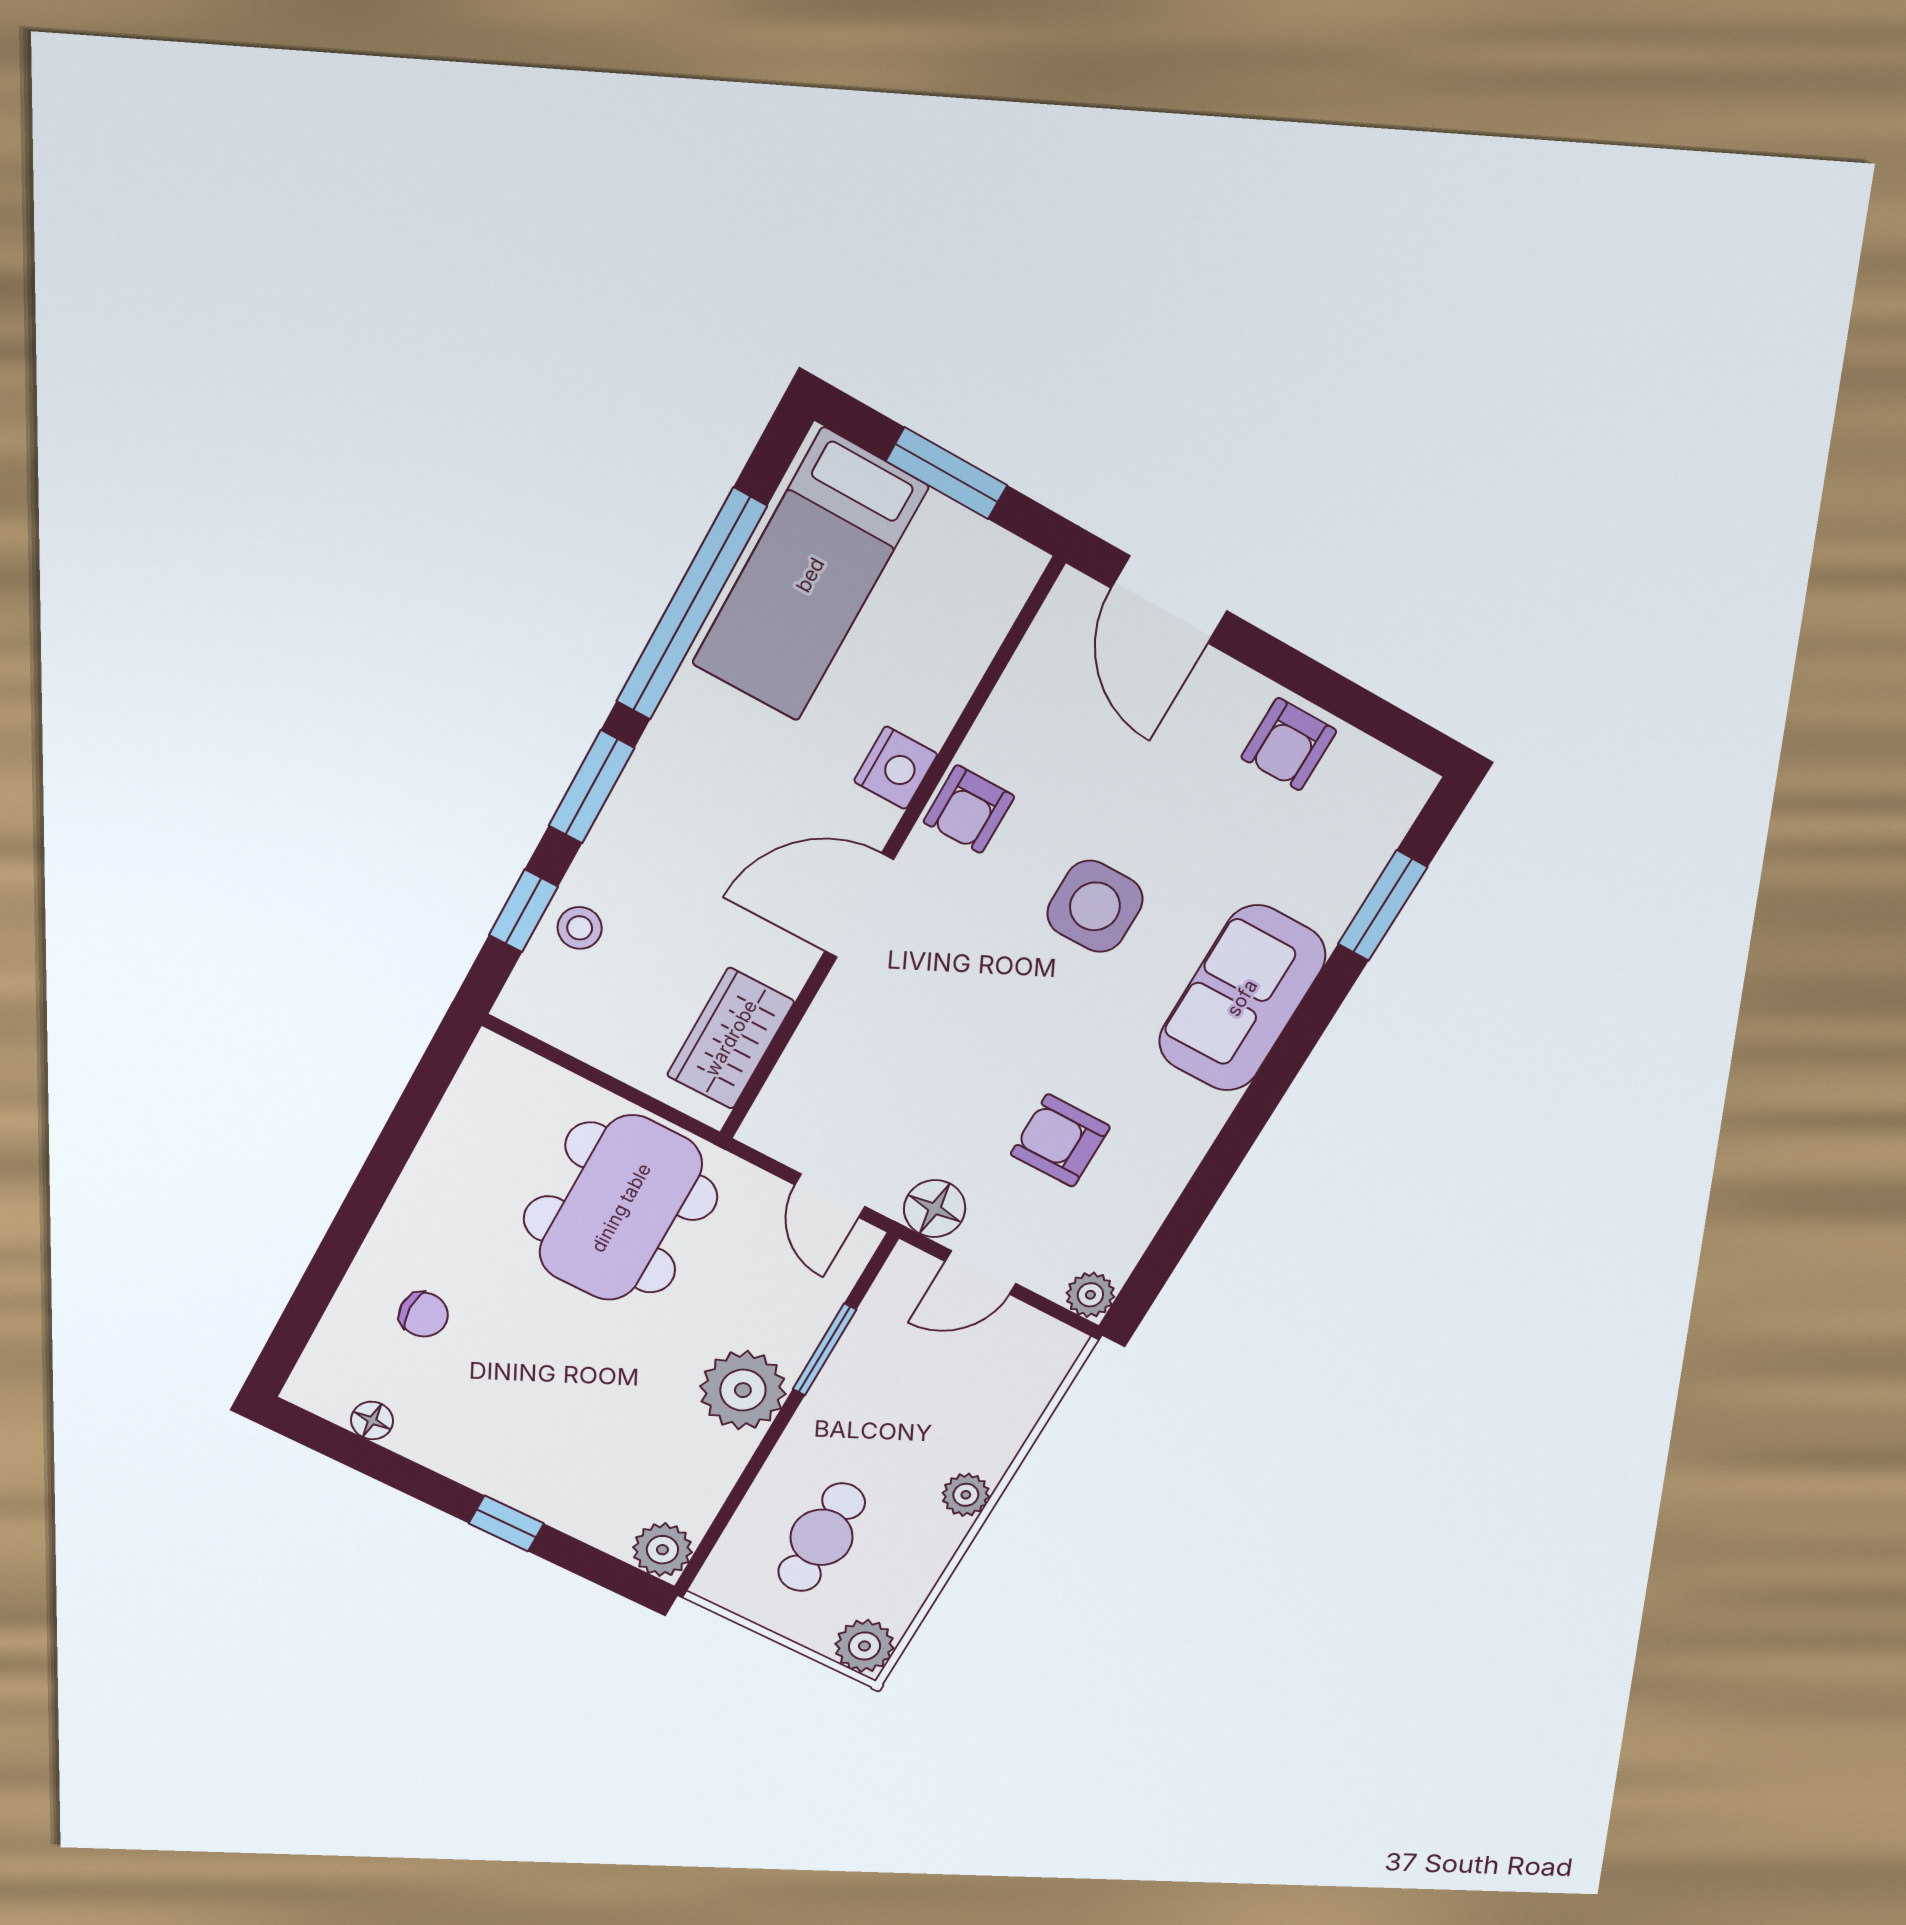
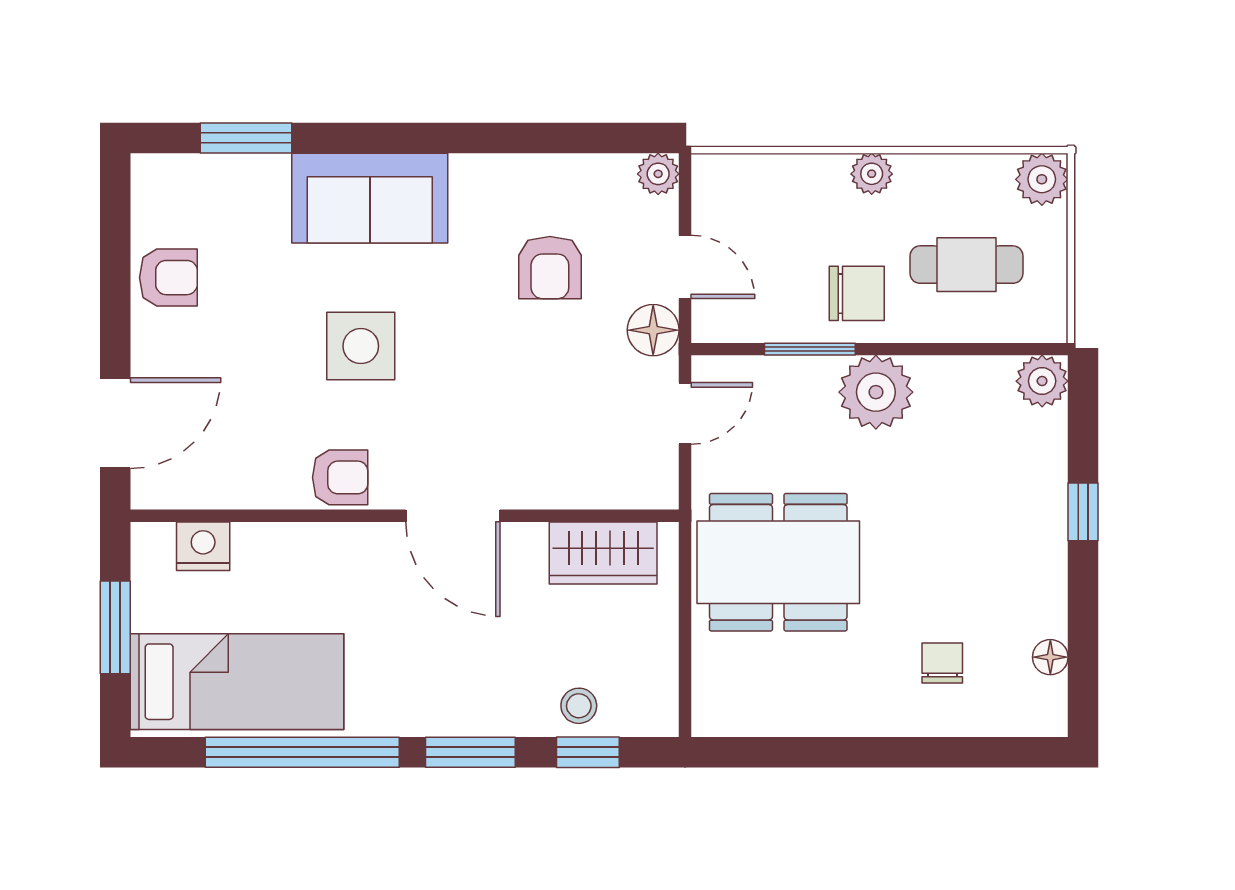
nightstand: (896, 768) -> (203, 546), moved
chair: (854, 1422) -> (857, 293), added

